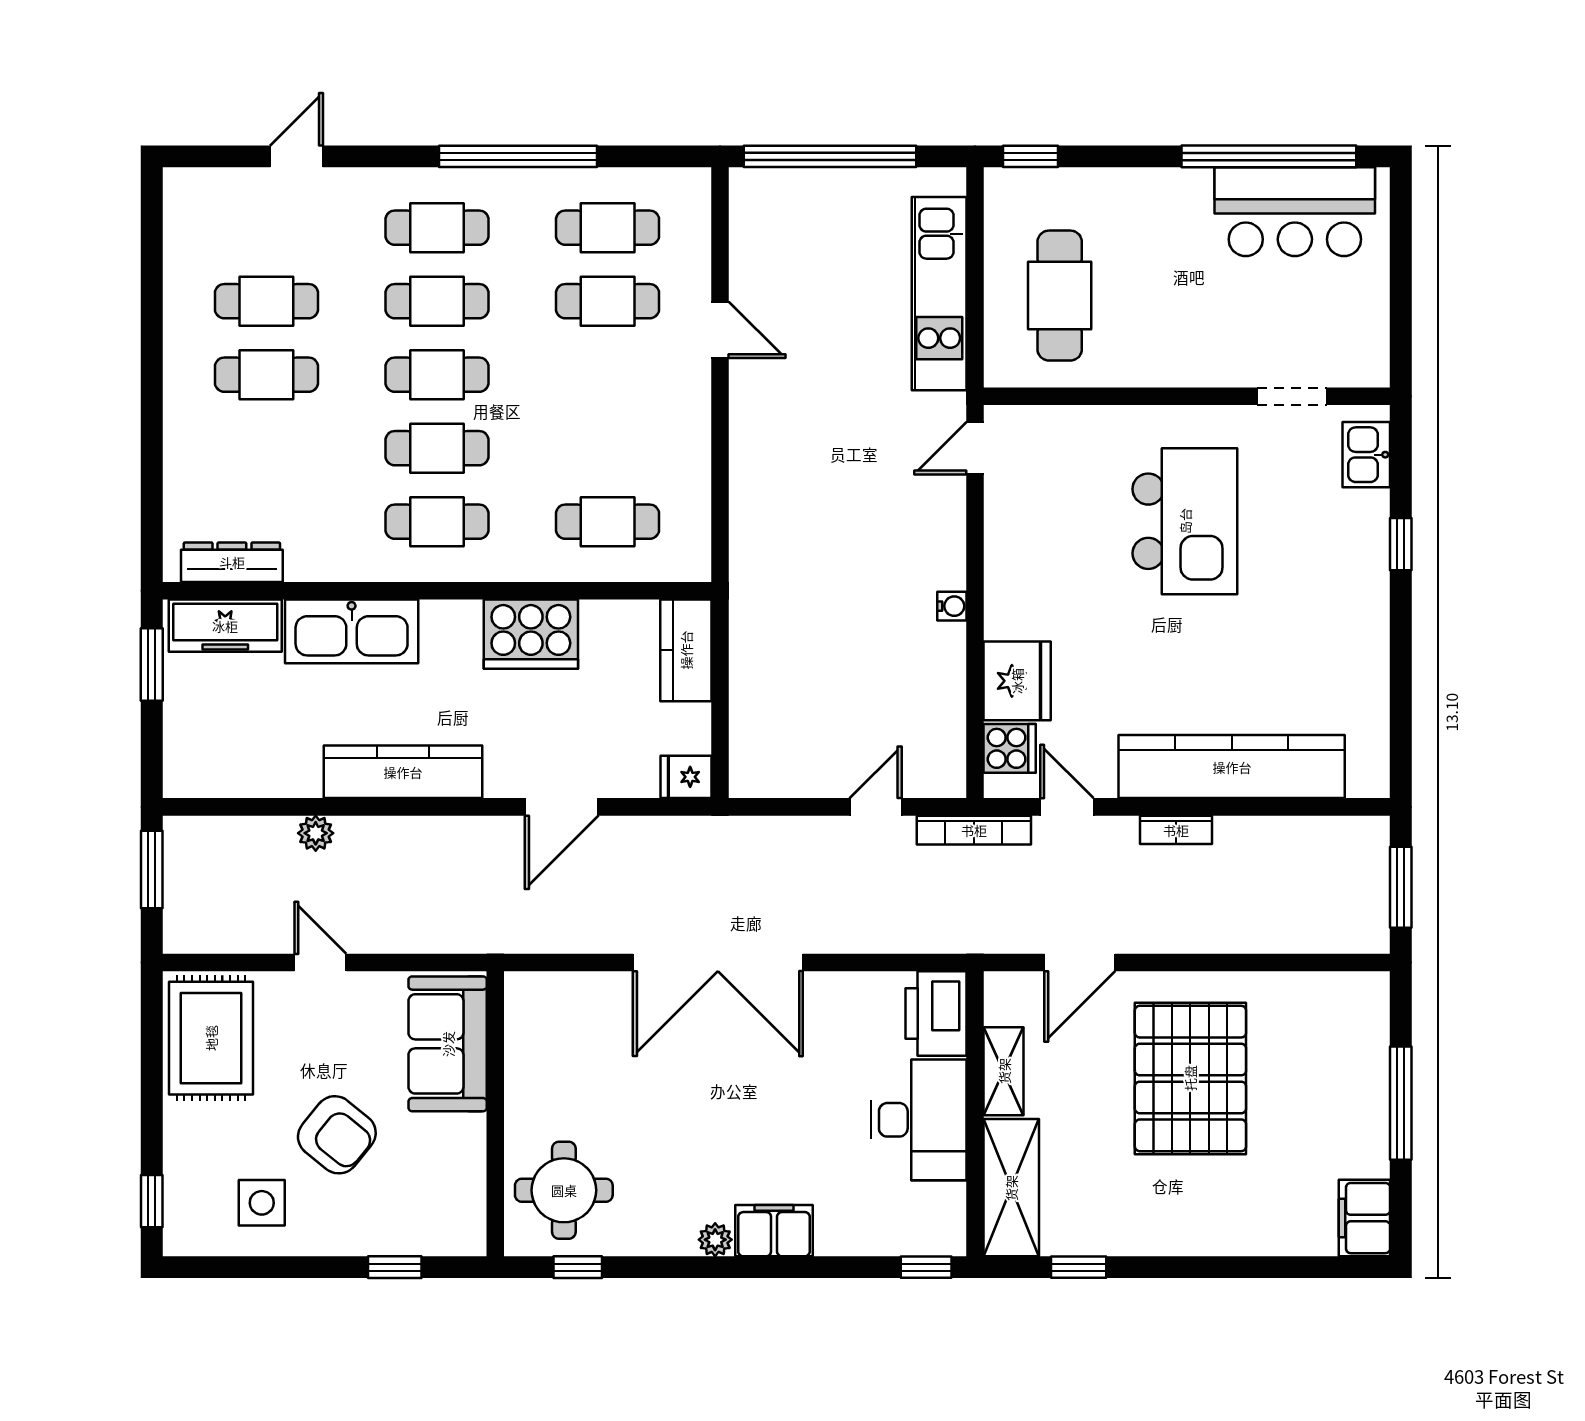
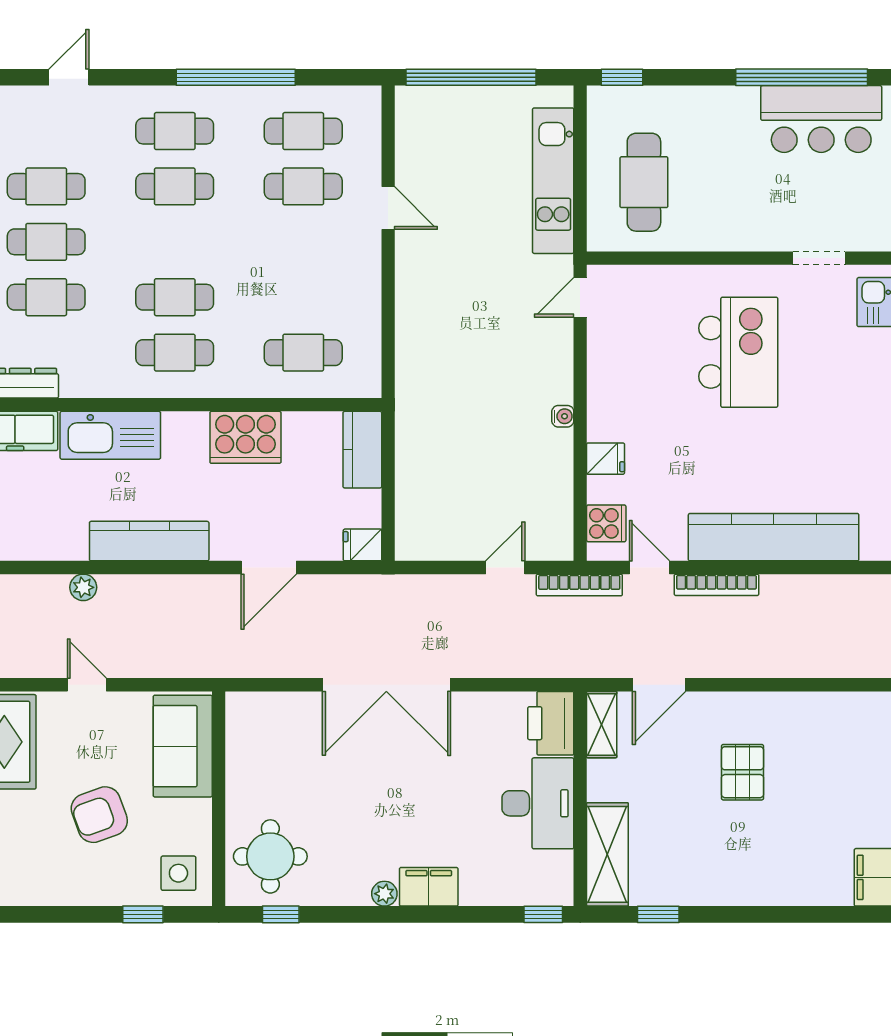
cafe table: (437, 375) -> (46, 297), moved
fridge: (1017, 681) -> (606, 459), width x0.53, depth x0.75
bookcase: (1176, 830) -> (716, 585), width x1.56
shelving: (1004, 1071) -> (602, 725), moved
pallet: (1190, 1078) -> (743, 772), width x0.49, depth x0.50
armchair: (337, 1135) -> (99, 815), turned 121
side table: (262, 1203) -> (178, 873), moved

